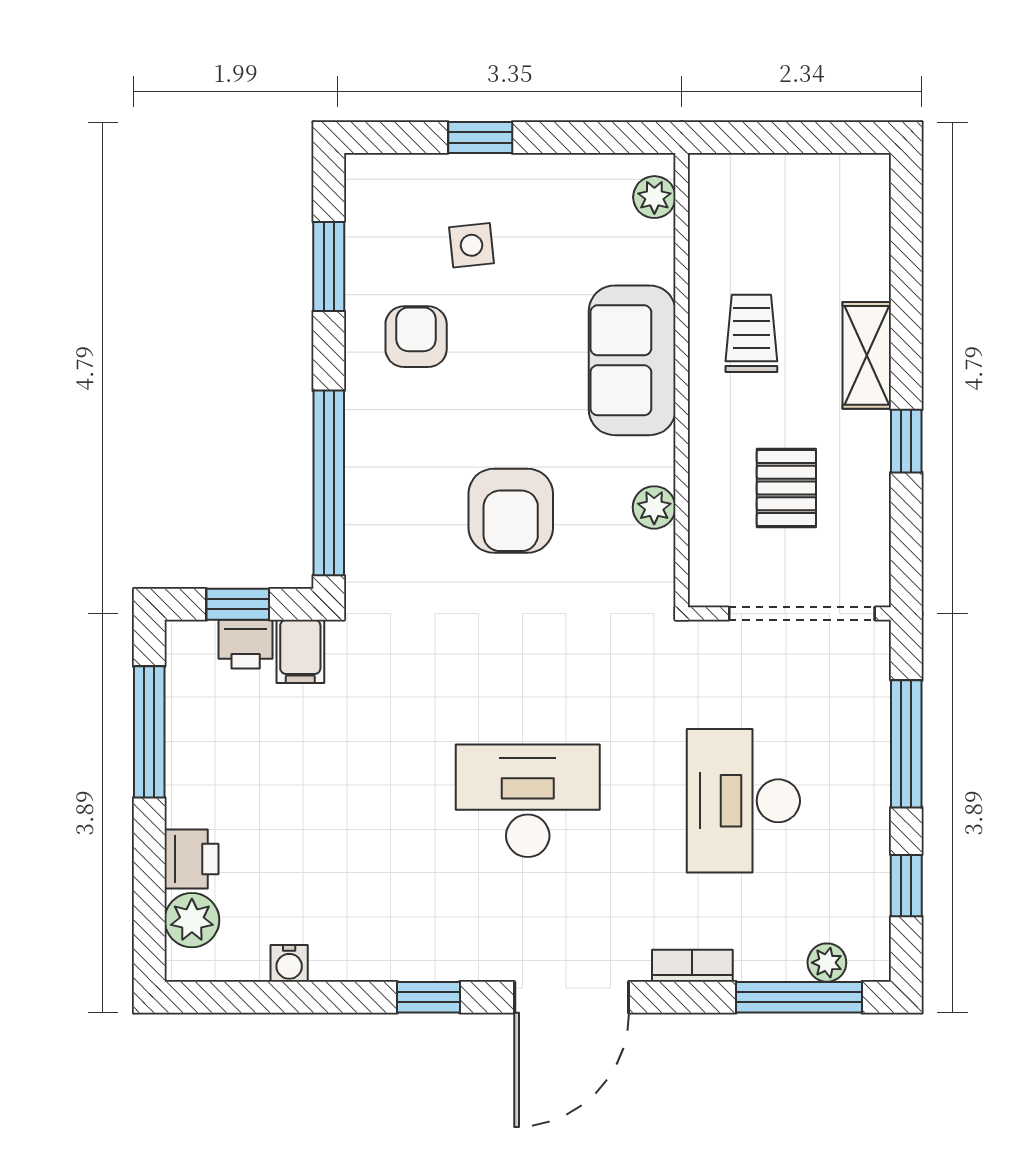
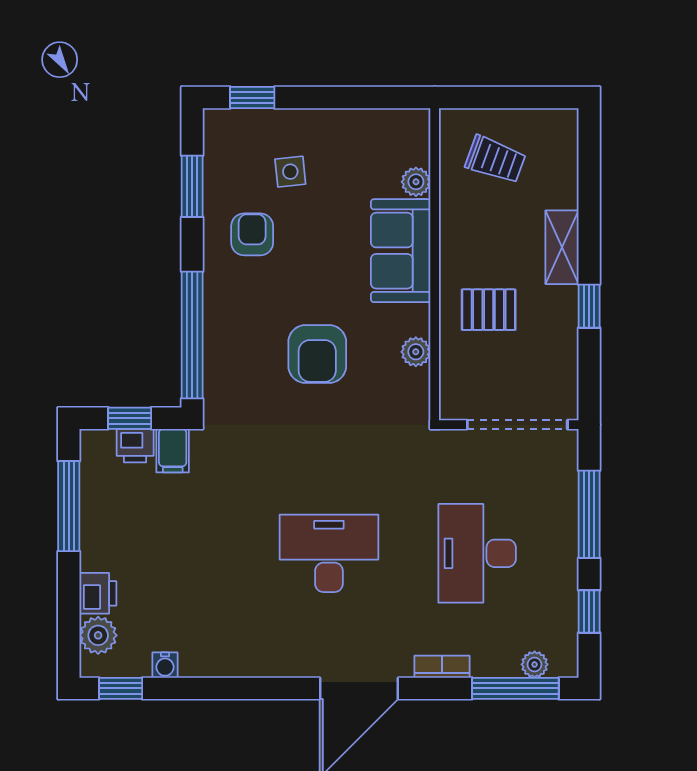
window: (480, 137) -> (252, 98), moved
plant: (654, 197) -> (416, 182), moved
trolley: (751, 333) -> (495, 160), moved, turned 110
pallet: (786, 488) -> (489, 310), moved, turned 90
window: (429, 997) -> (121, 688), moved

